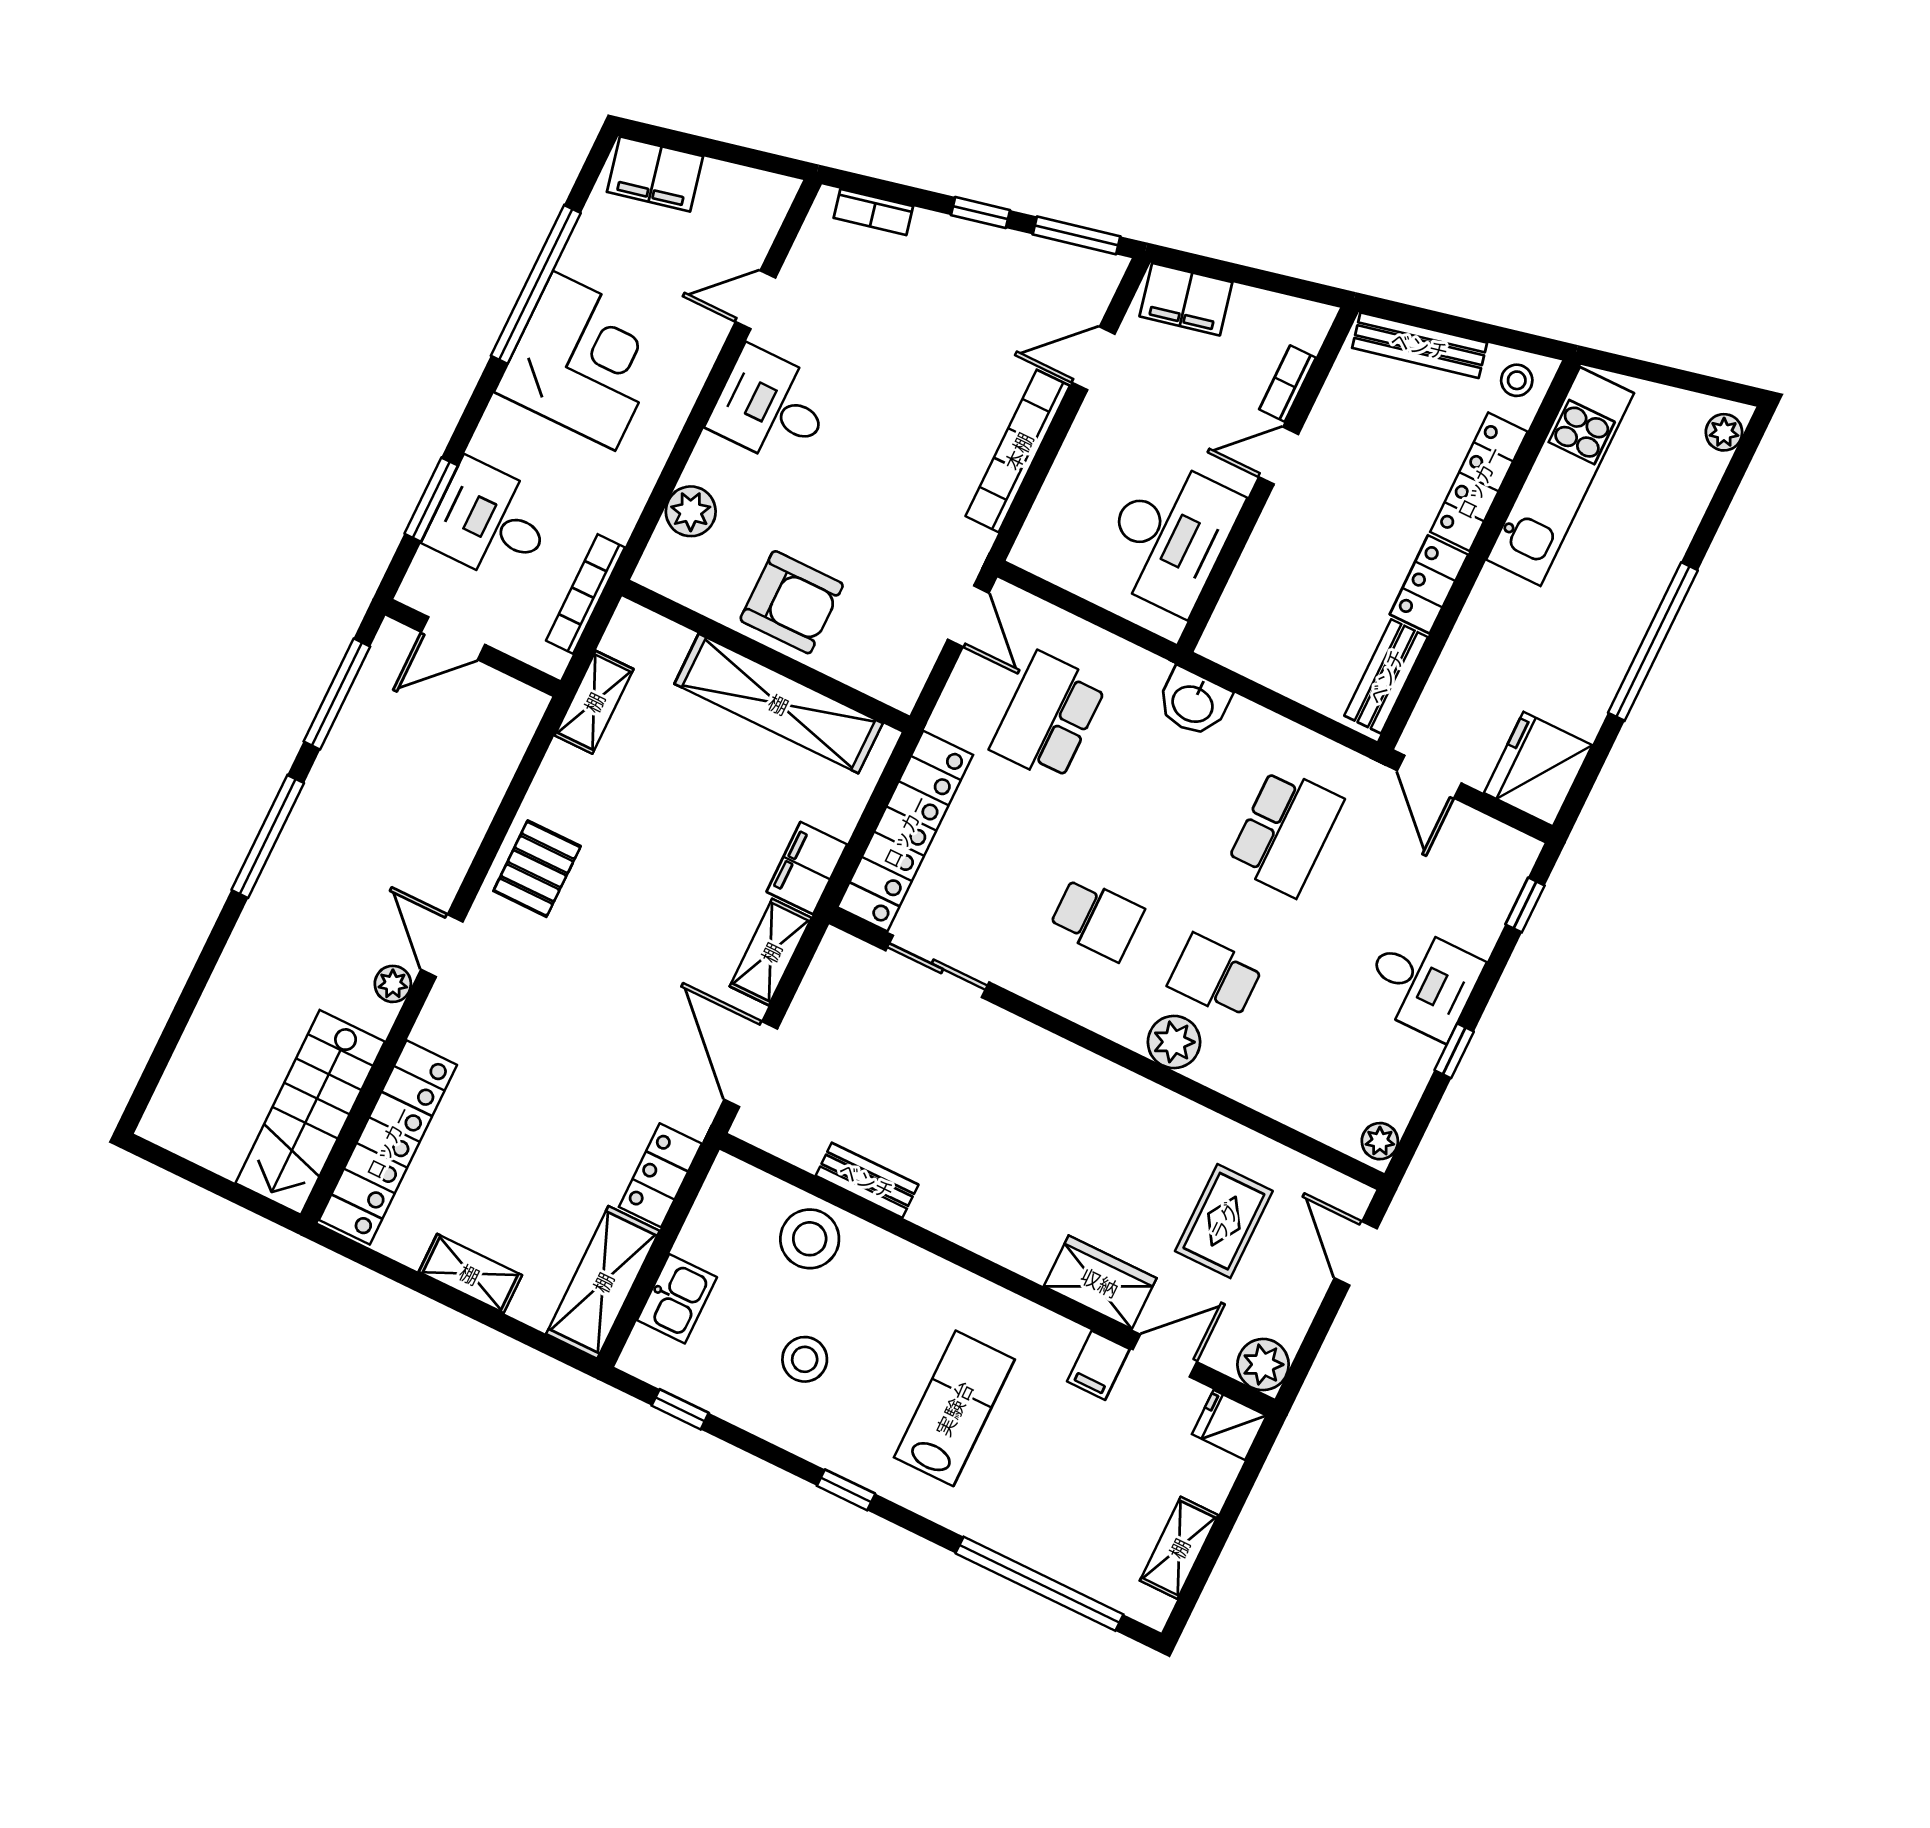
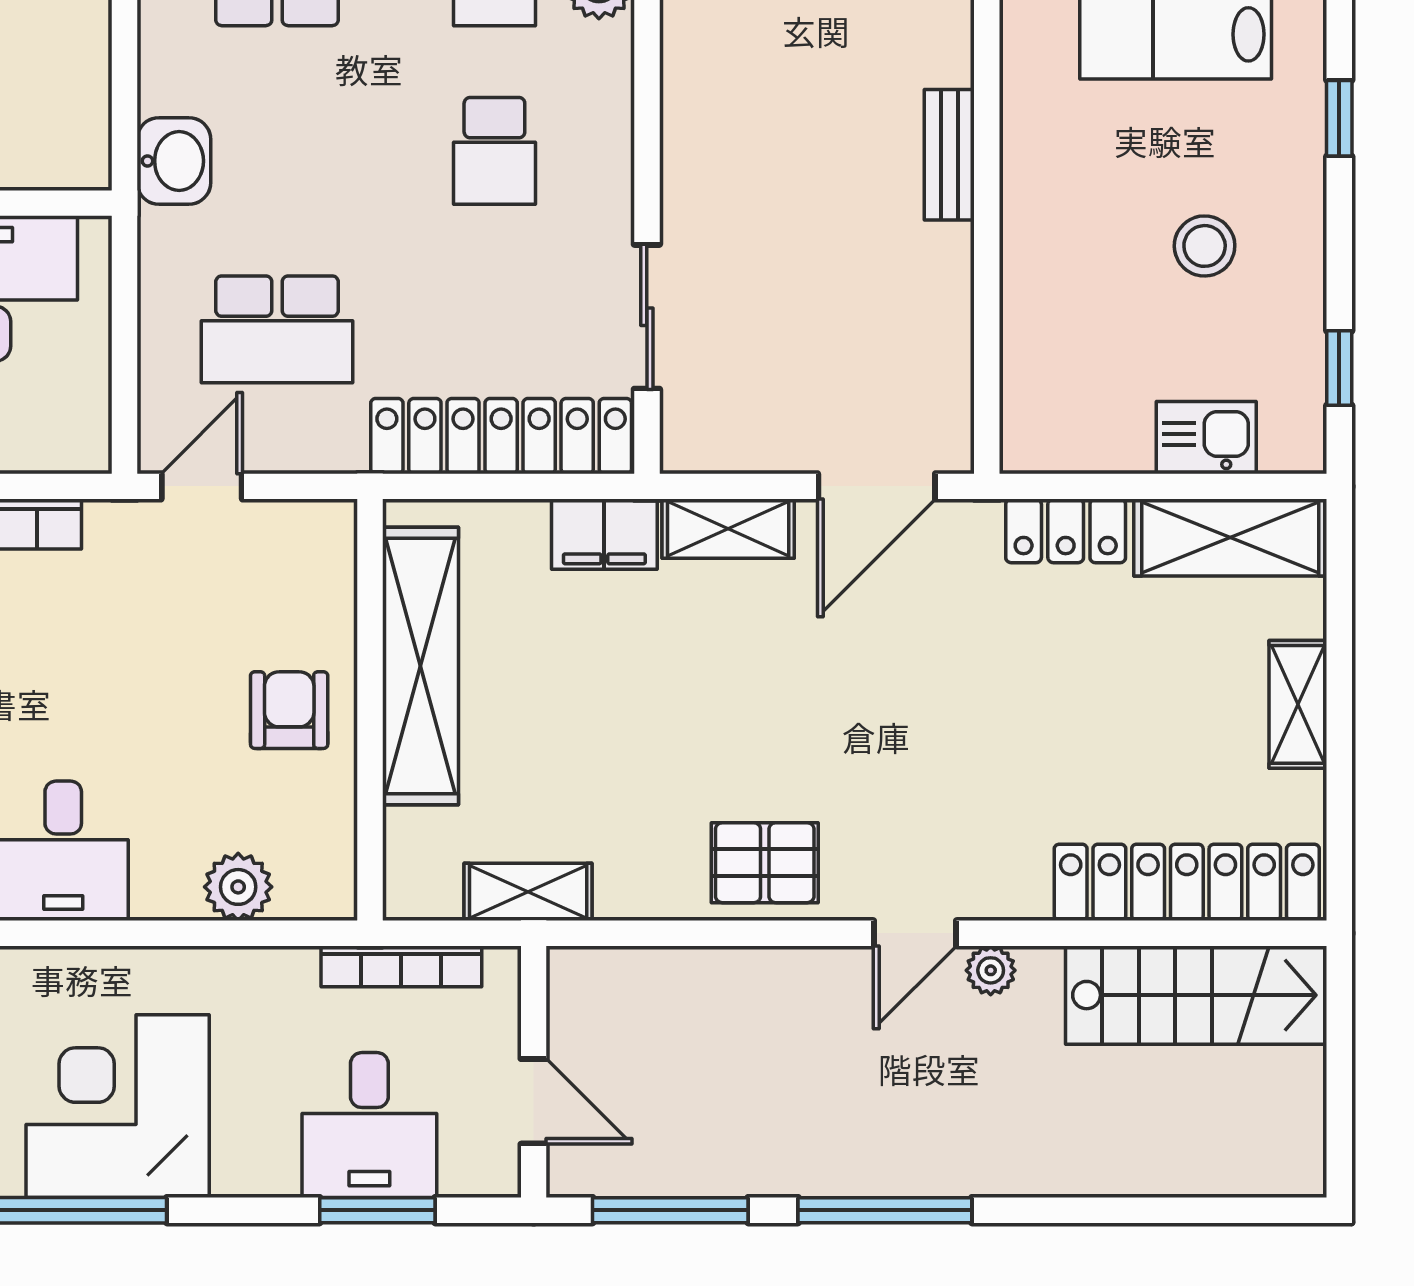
armchair: (792, 602) -> (289, 710), width x0.72, depth x0.72
school desk: (1097, 919) -> (494, 151), turned 180
bench: (867, 1180) -> (949, 155), moved
stool: (810, 1239) -> (1055, 311), removed

